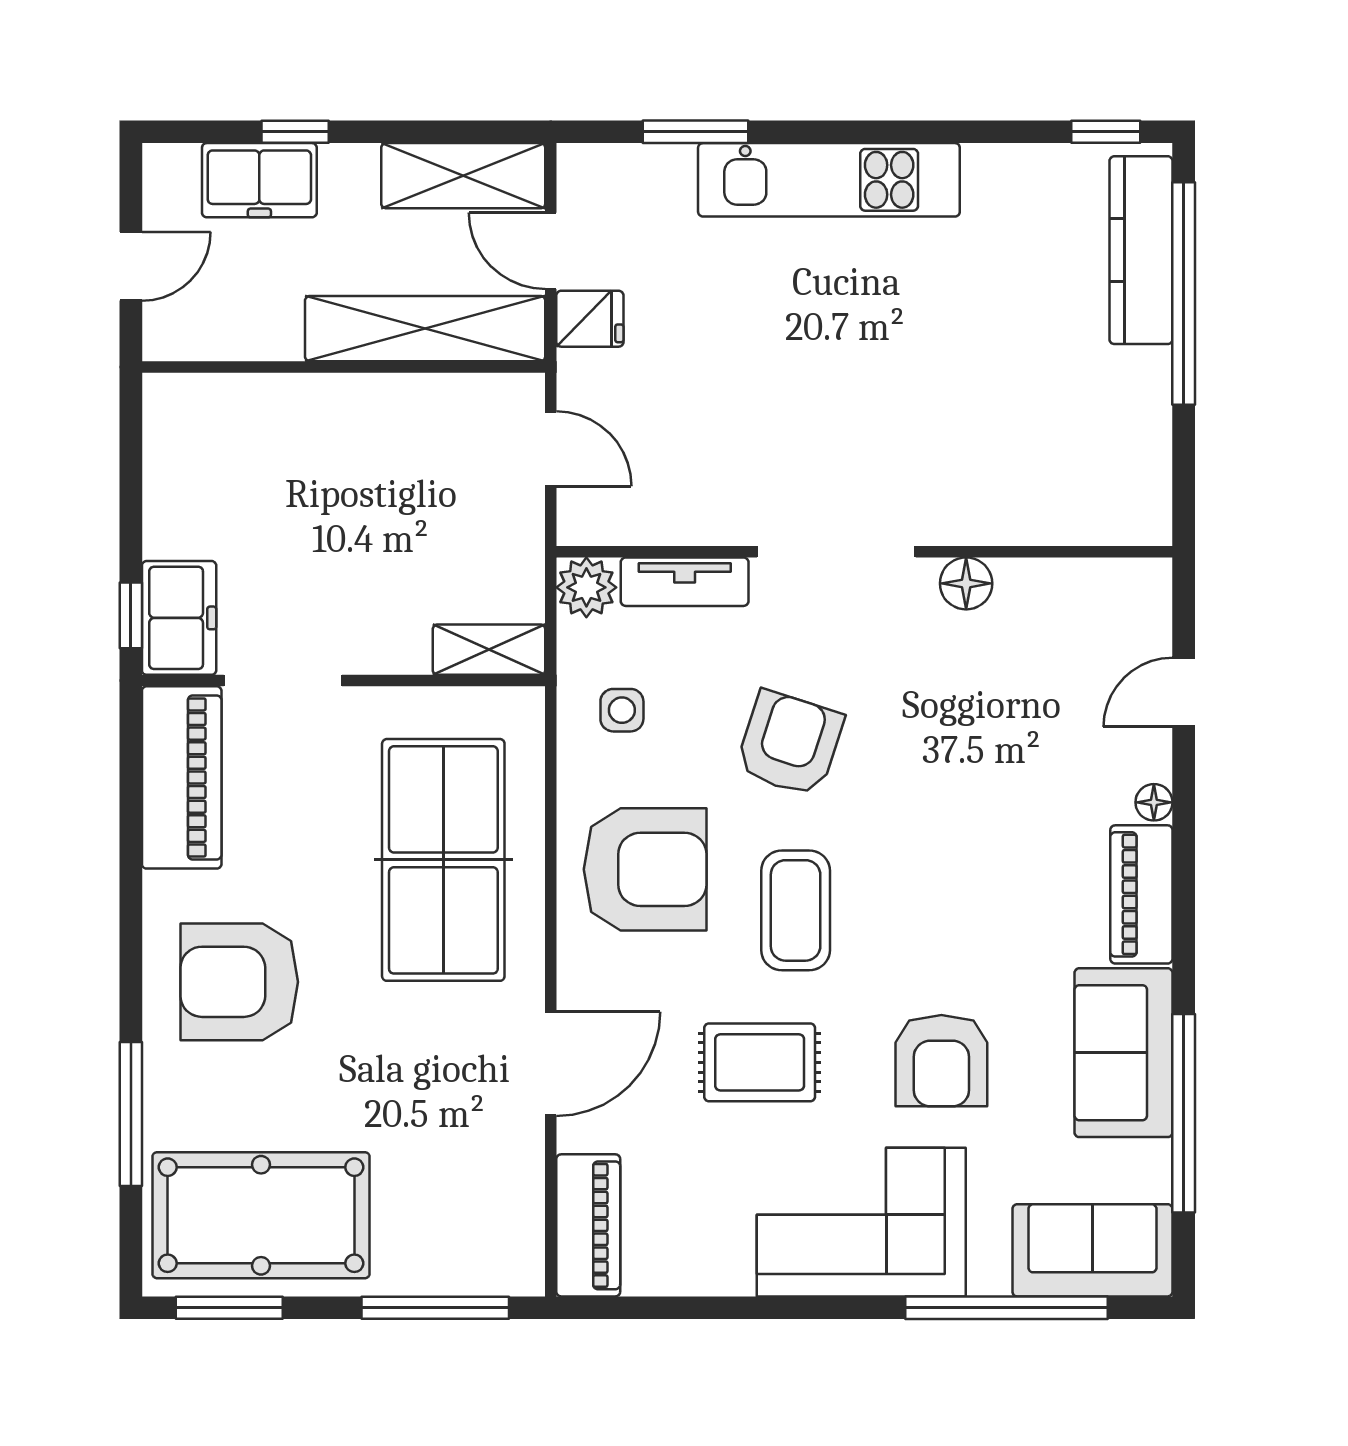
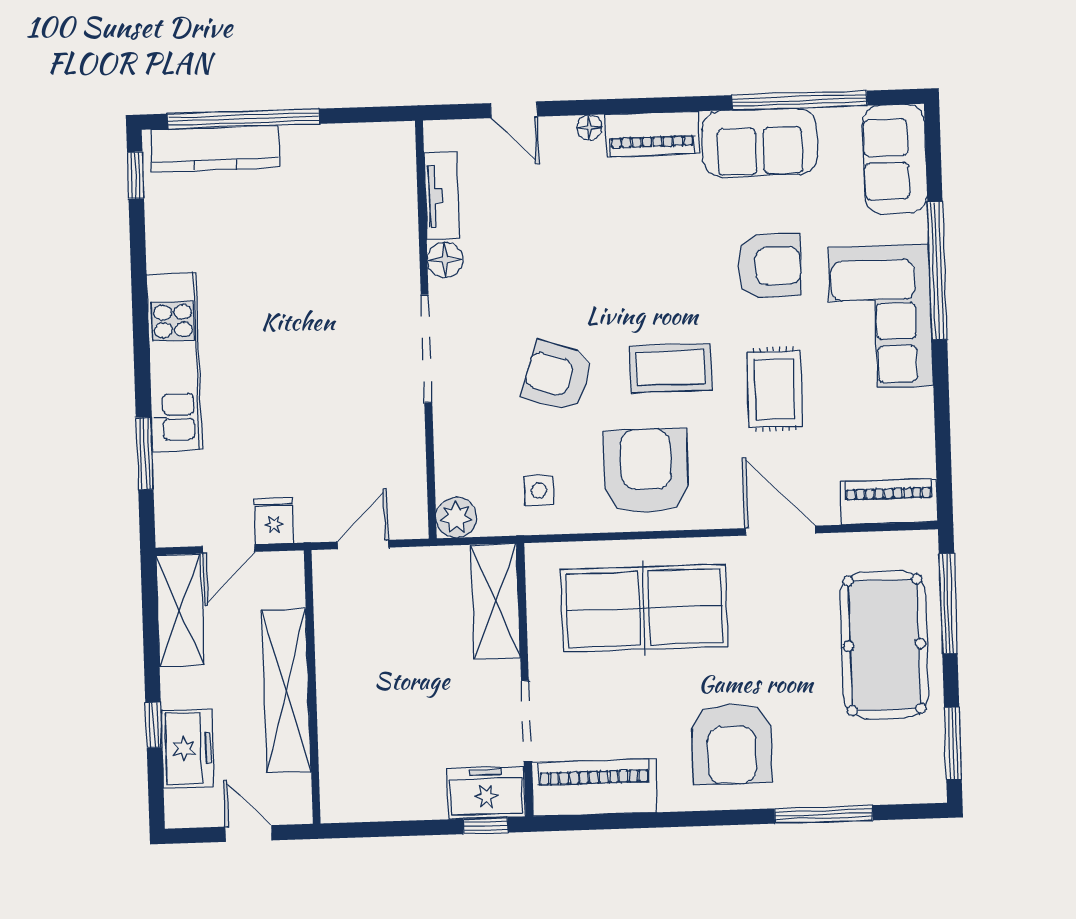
shelving: (425, 329) -> (286, 691), moved
tv unit: (685, 582) -> (442, 196), moved
shelving: (489, 650) -> (496, 601), width x1.50, depth x1.33
pool table: (261, 1215) -> (884, 645), moved
window: (1006, 1308) -> (937, 271), moved

